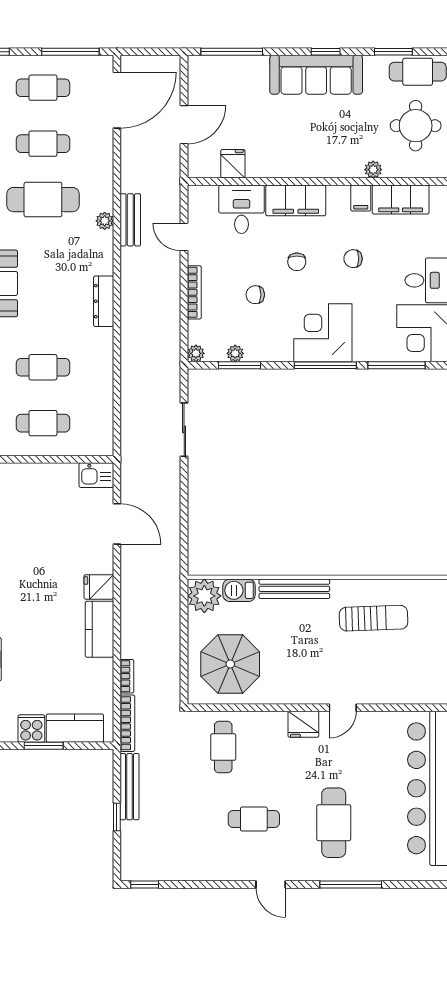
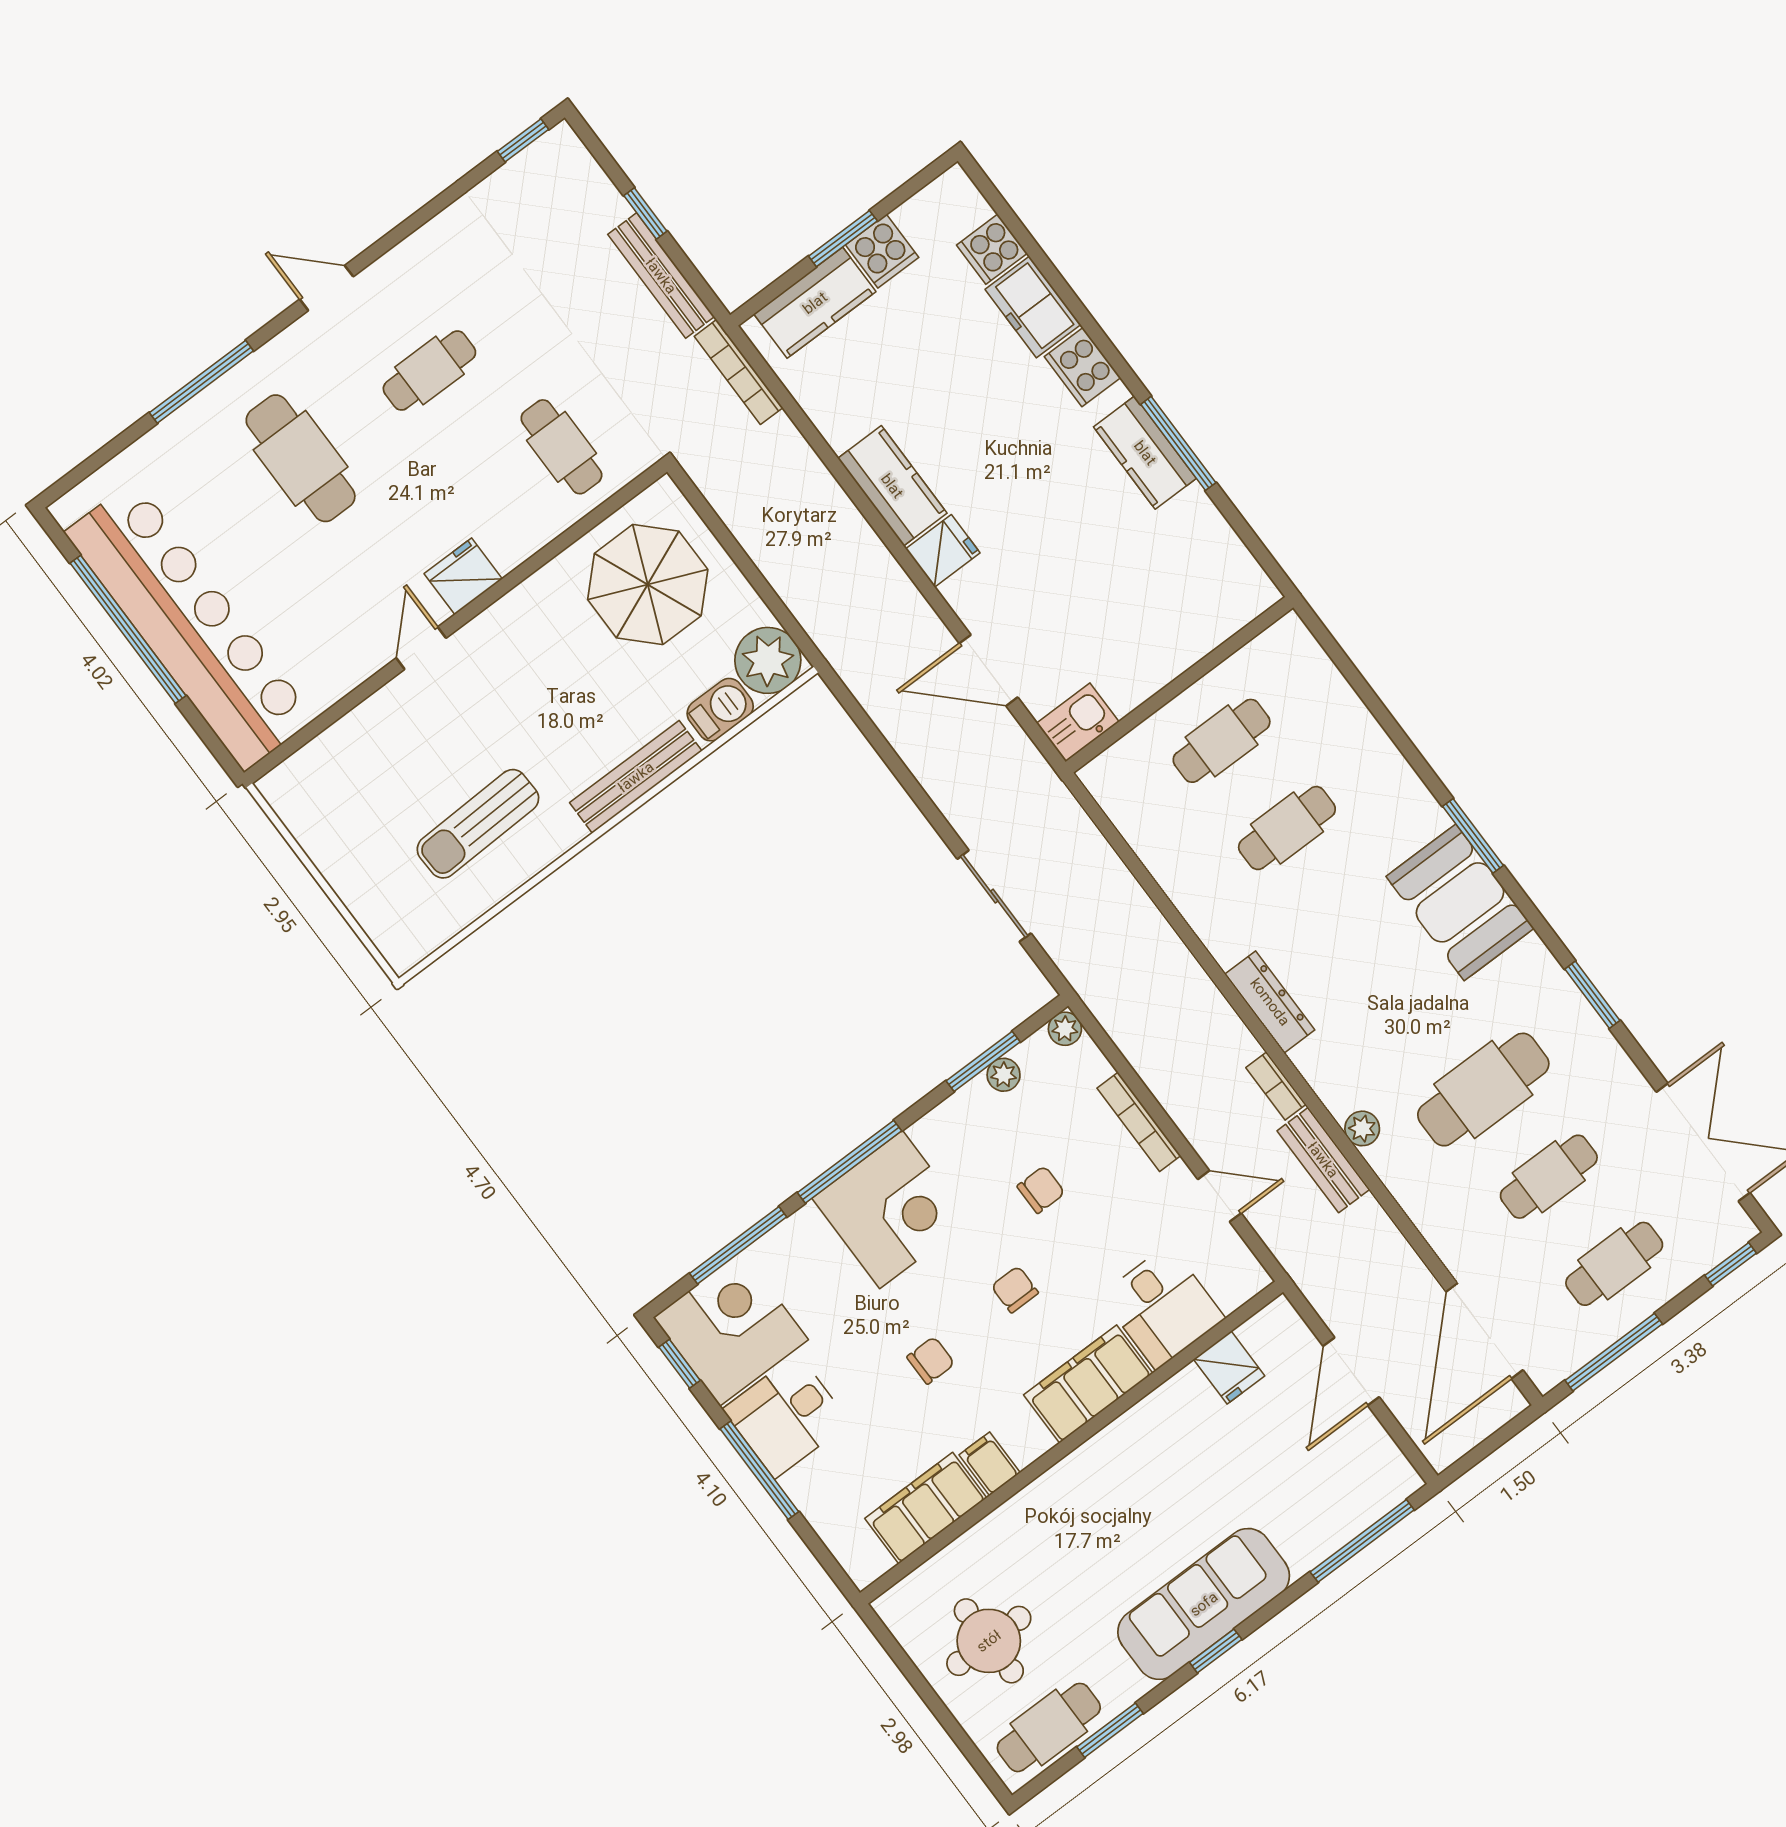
plant: (373, 170) -> (1004, 1523), removed
bookcase: (127, 676) -> (1276, 1086), moved

